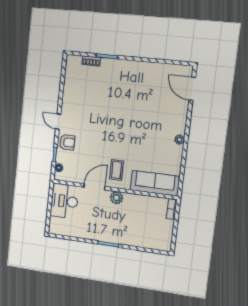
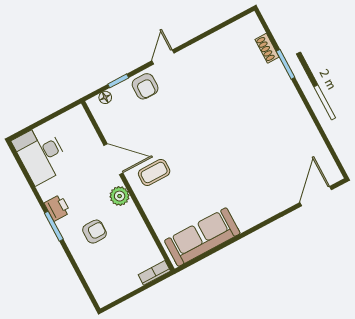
plant: (179, 140) -> (245, 223), removed
sofa: (155, 183) -> (202, 237), moved, turned -90
desk: (64, 201) -> (41, 154), moved, turned -90
armchair: (126, 225) -> (95, 232), added
printer: (100, 235) -> (57, 208), added

